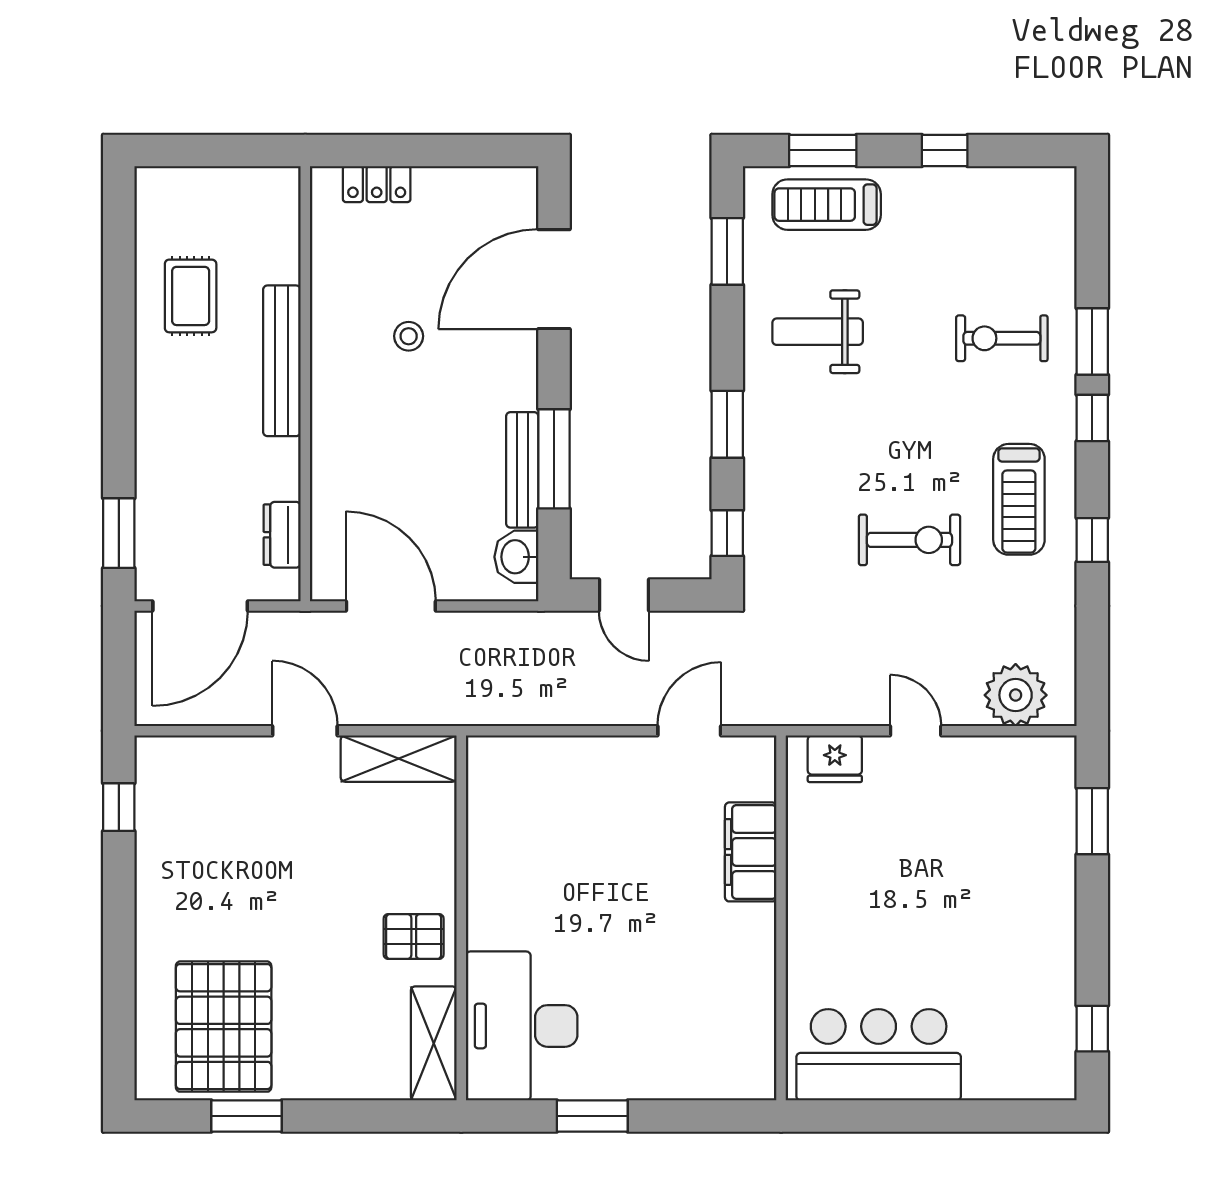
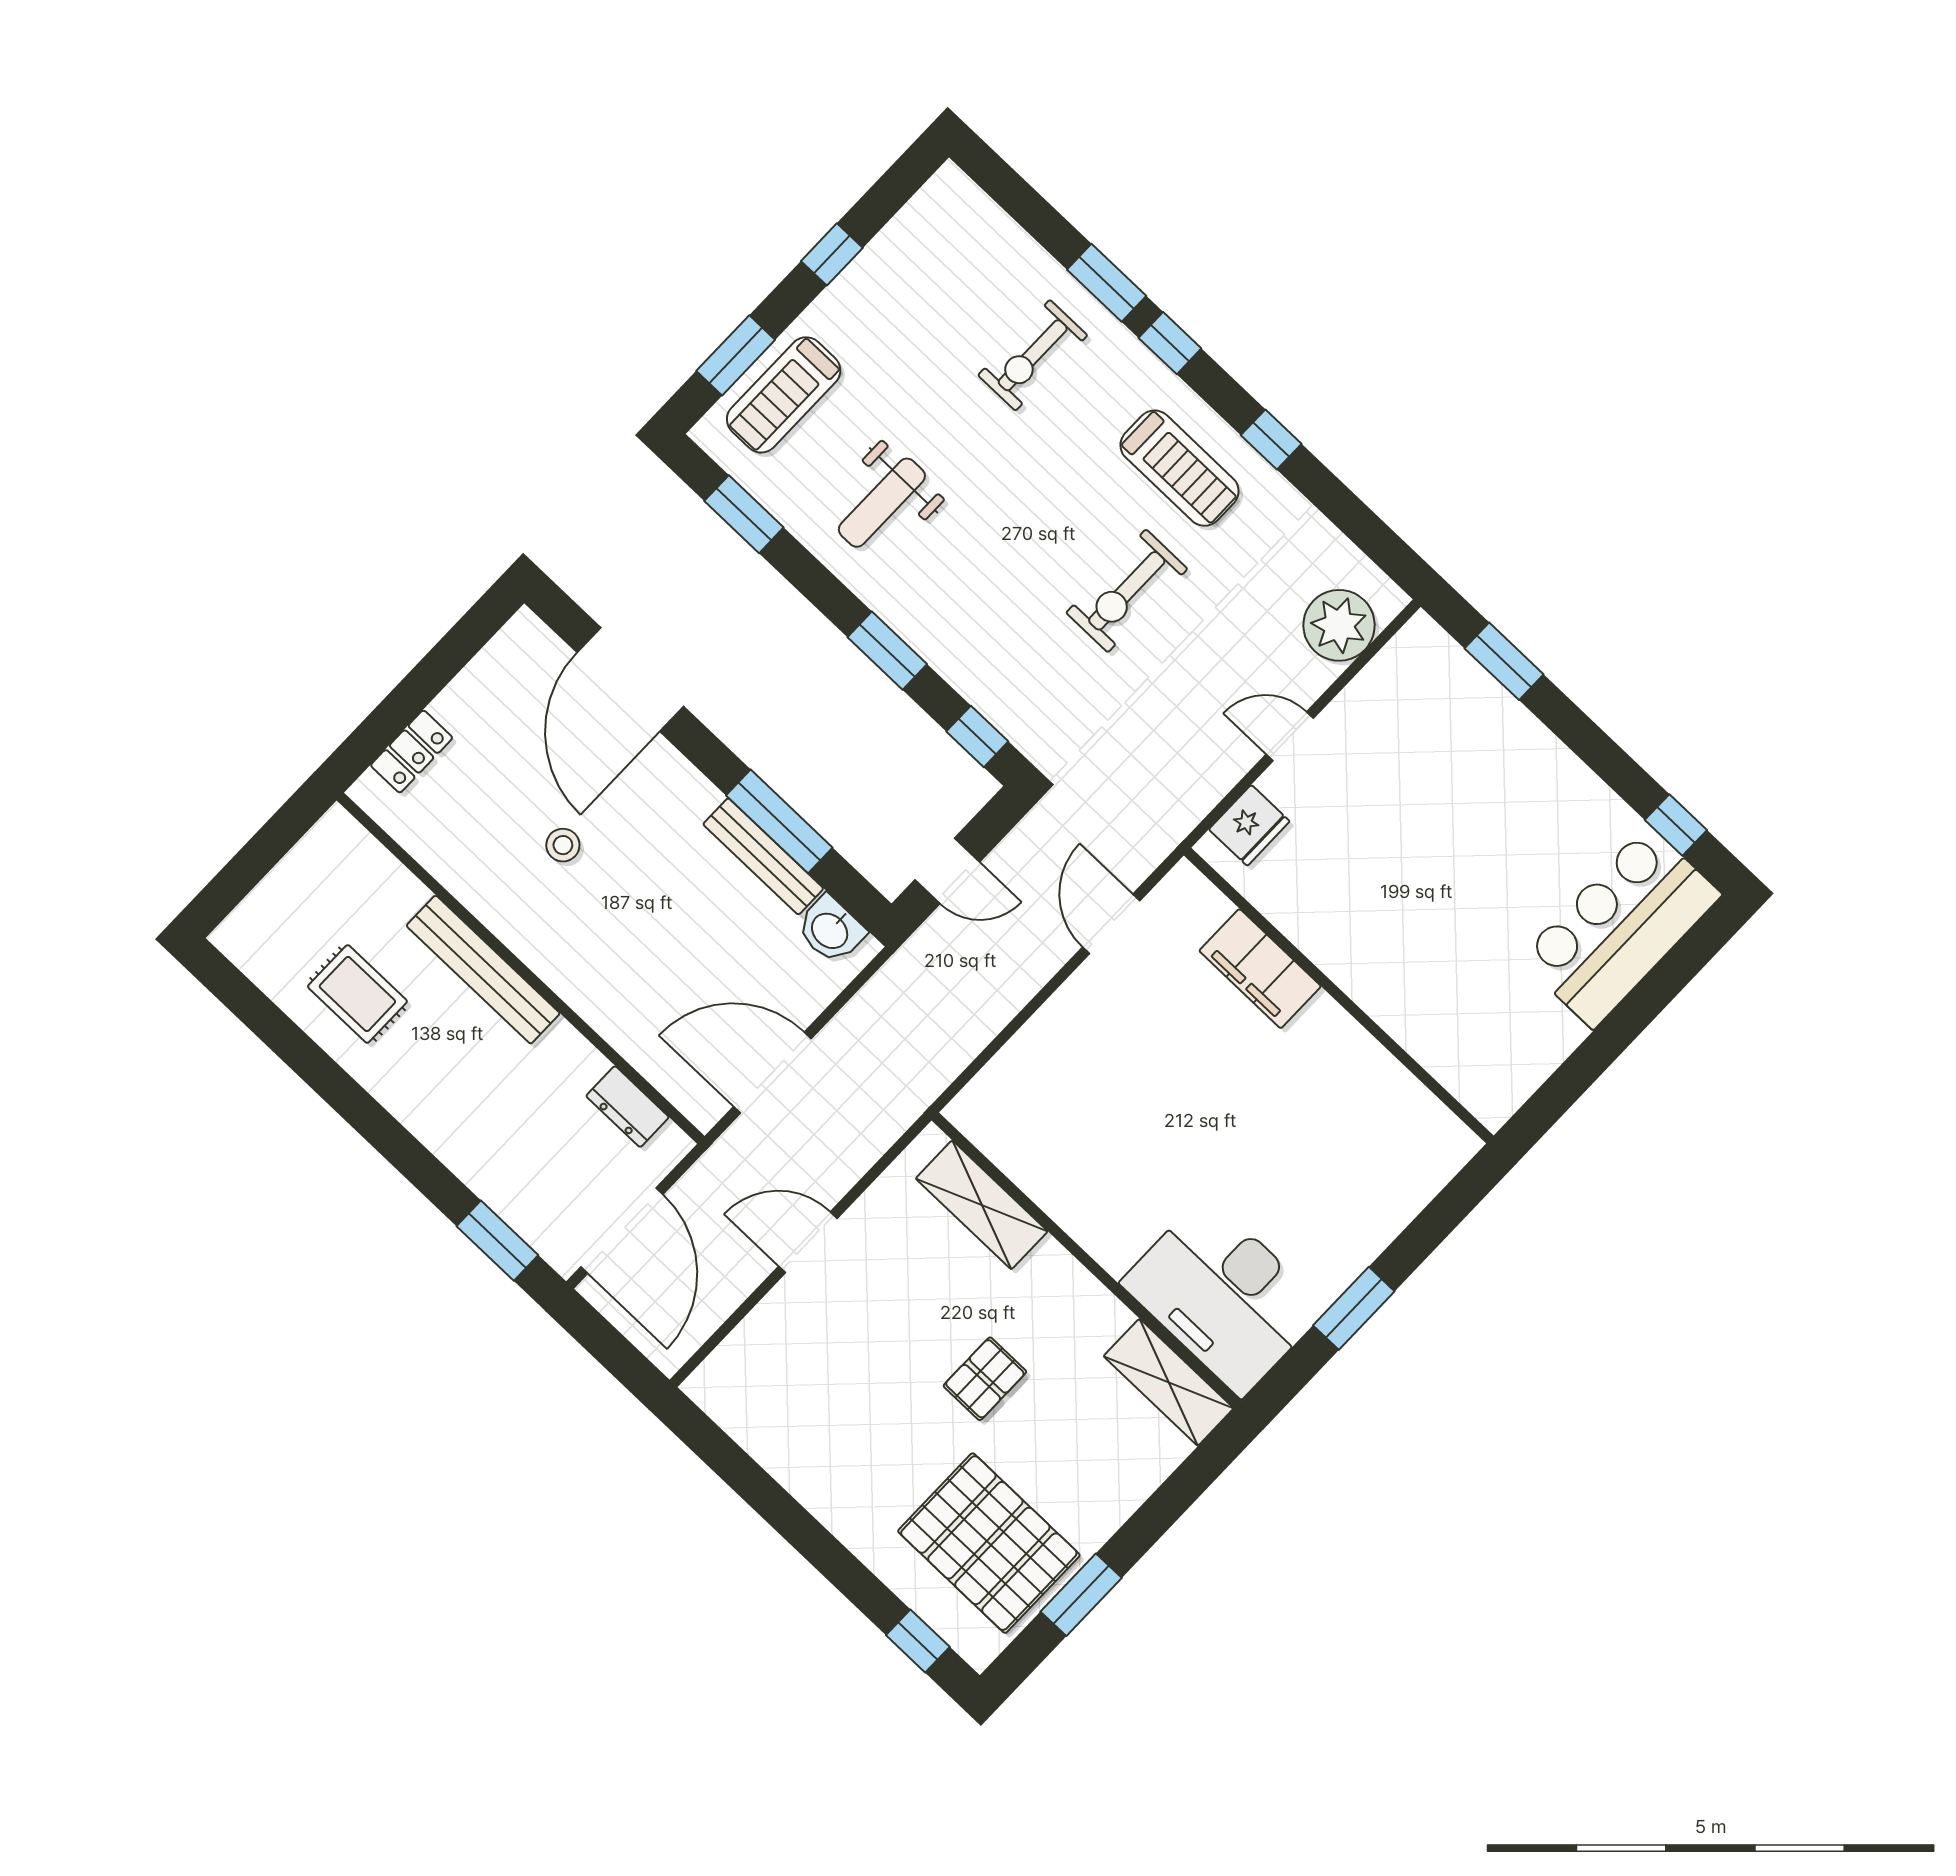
exercise bike: (909, 540) -> (1127, 591), turned 180
shelving: (399, 759) -> (982, 1205), moved, turned 90
window: (119, 807) -> (918, 1641), moved
pallet: (414, 937) -> (985, 1379), moved
bar counter: (879, 1055) -> (1620, 927), moved

